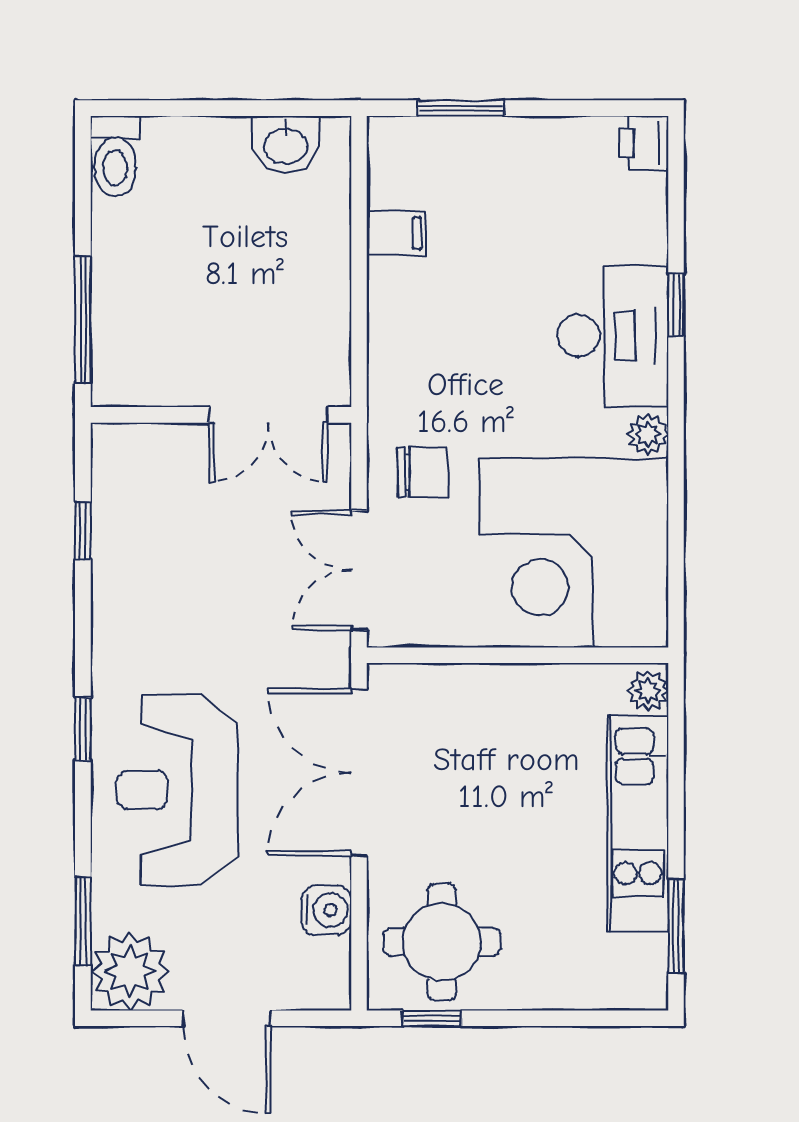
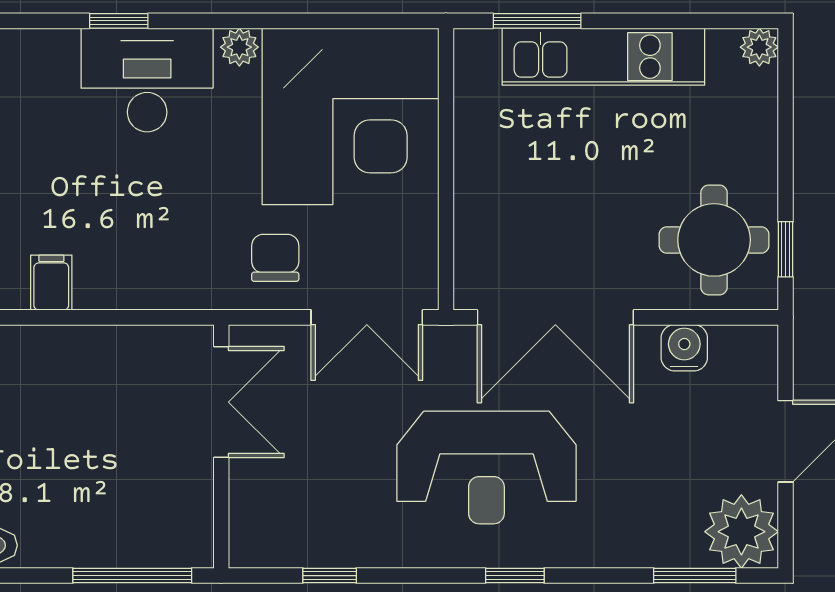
plant: (648, 691) -> (759, 47), moved
reception desk: (177, 790) -> (486, 468), moved
window: (676, 926) -> (537, 21), moved

